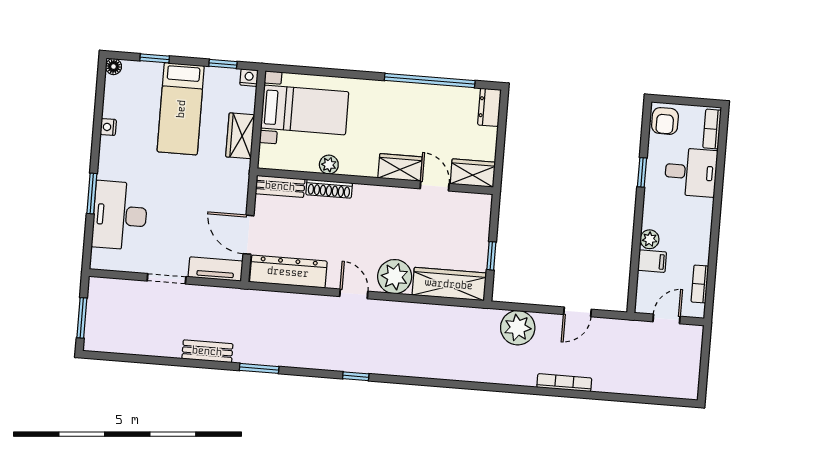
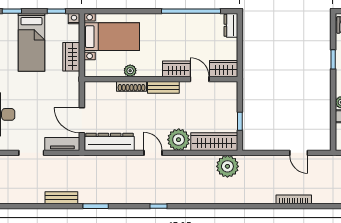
bench: (280, 186) -> (163, 87), moved
door: (577, 312) -> (299, 153), hinge flipped
plant: (518, 328) -> (227, 166), moved

